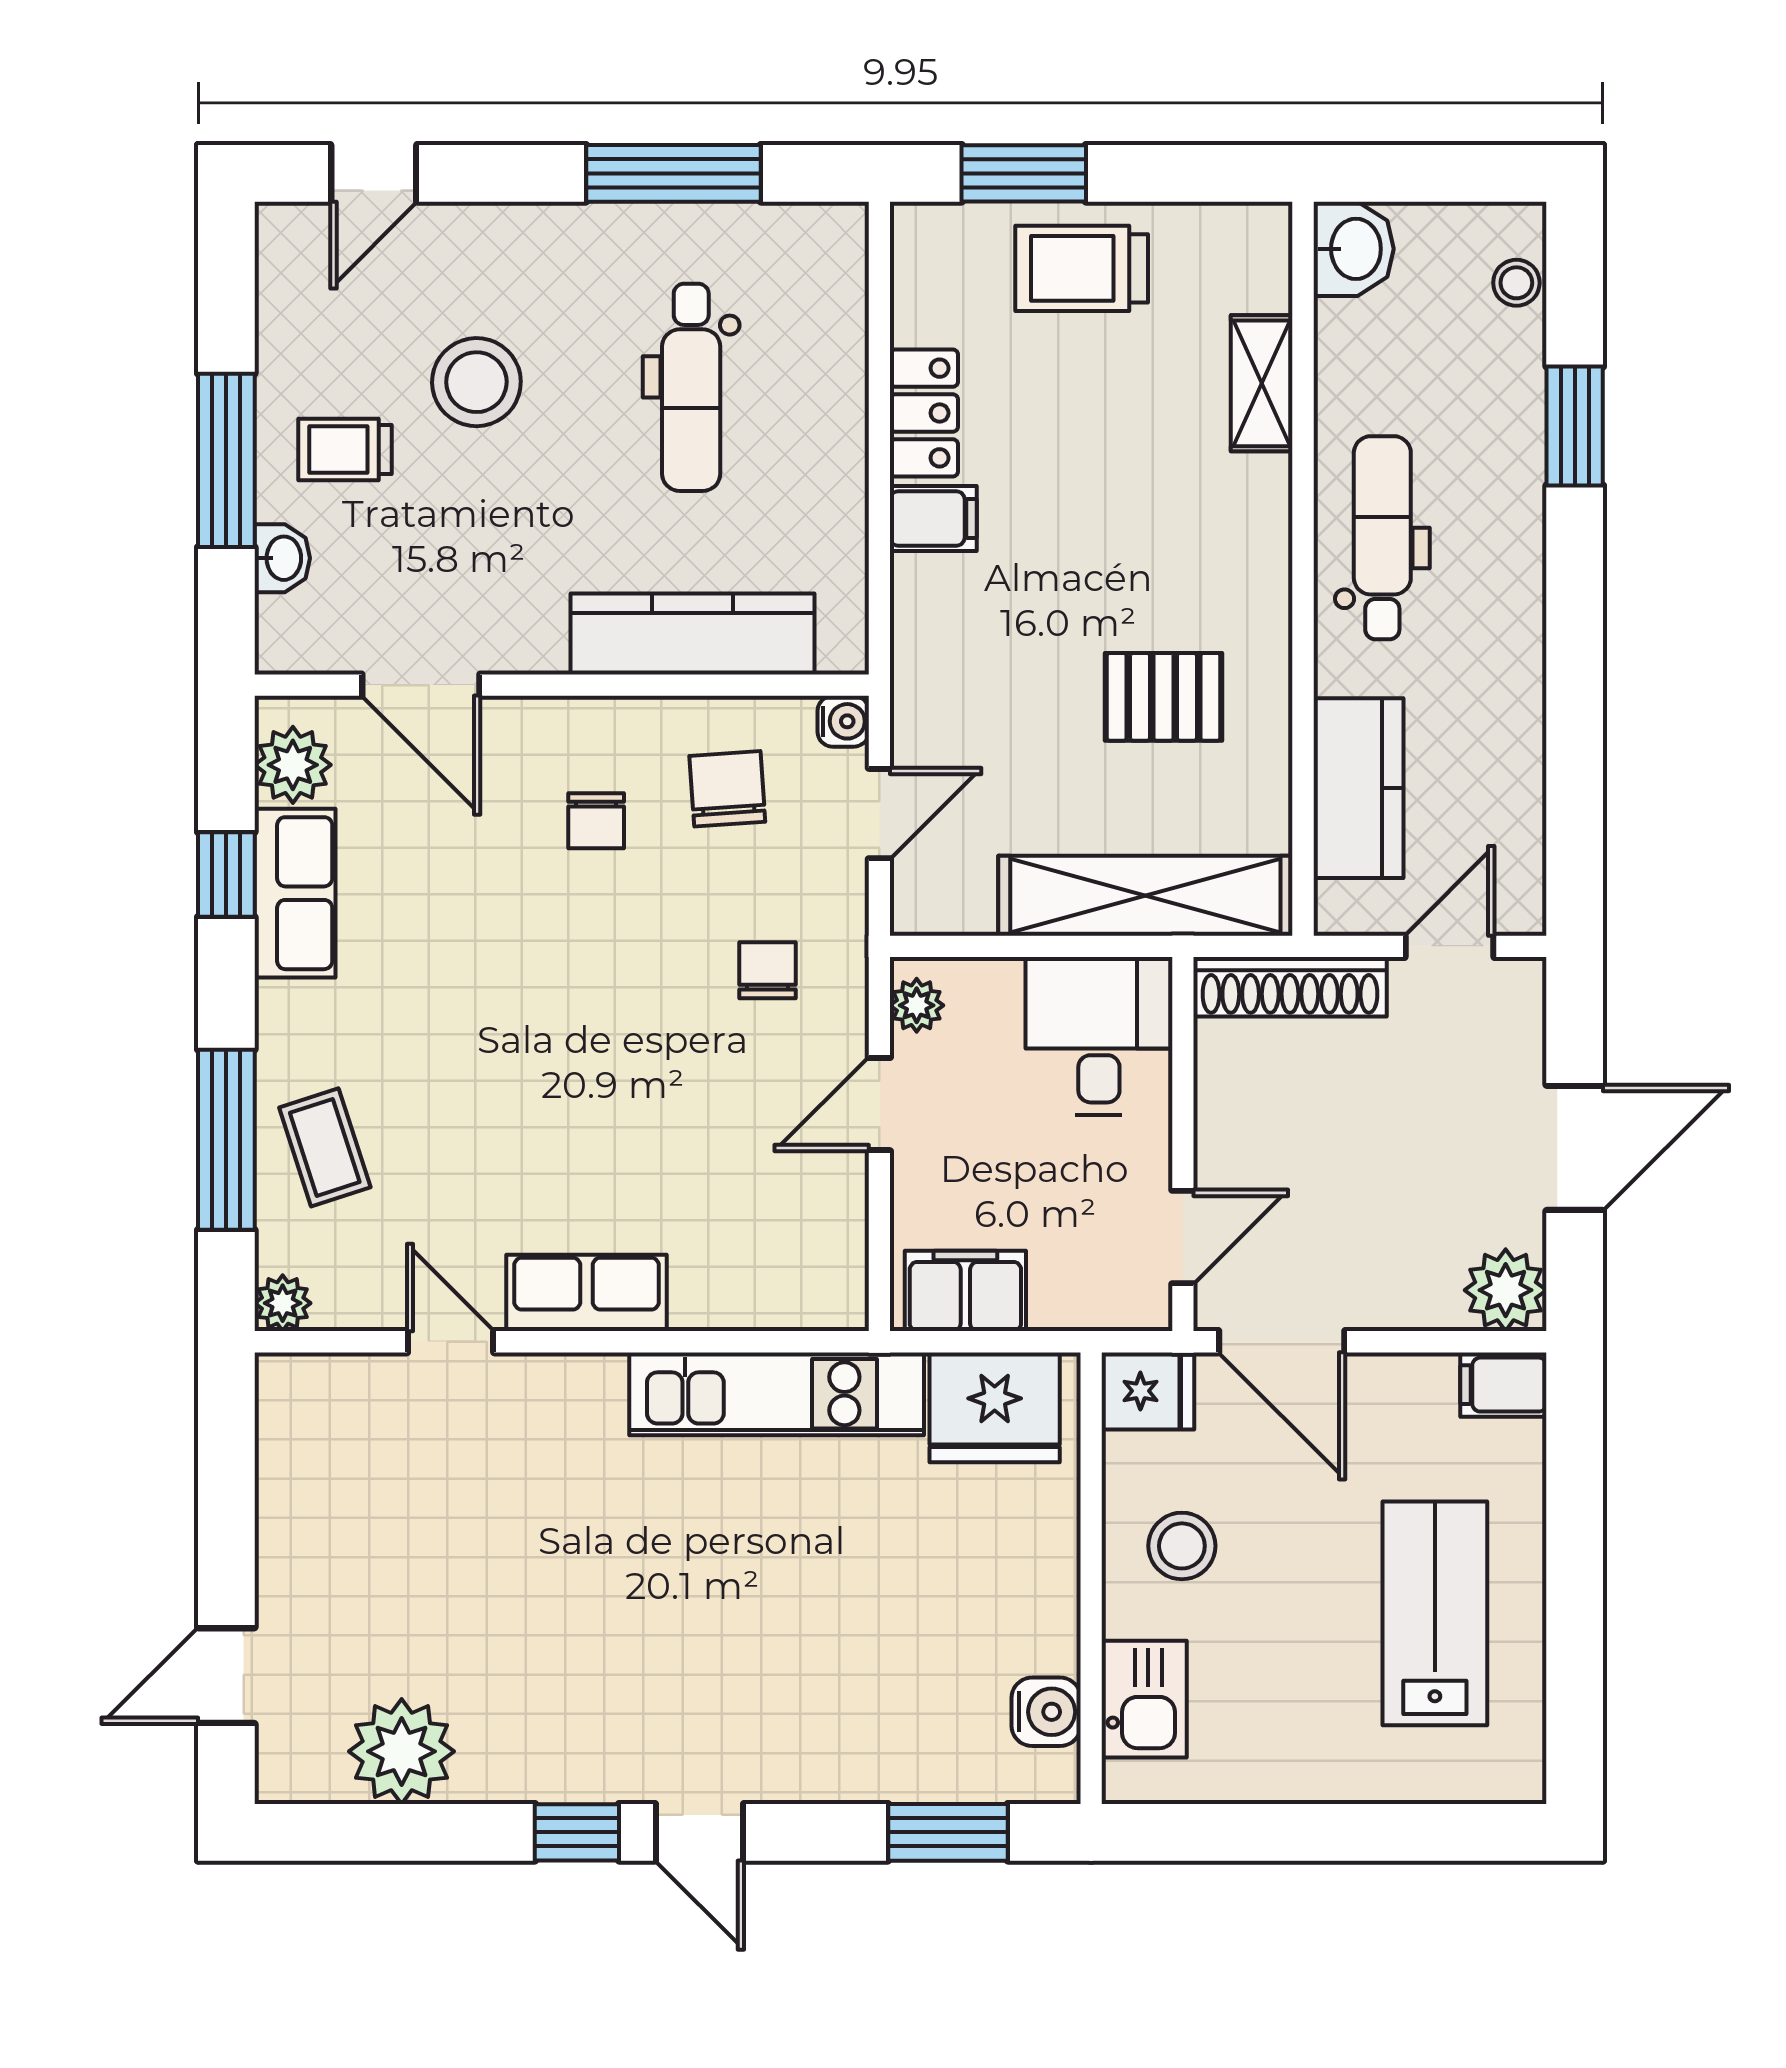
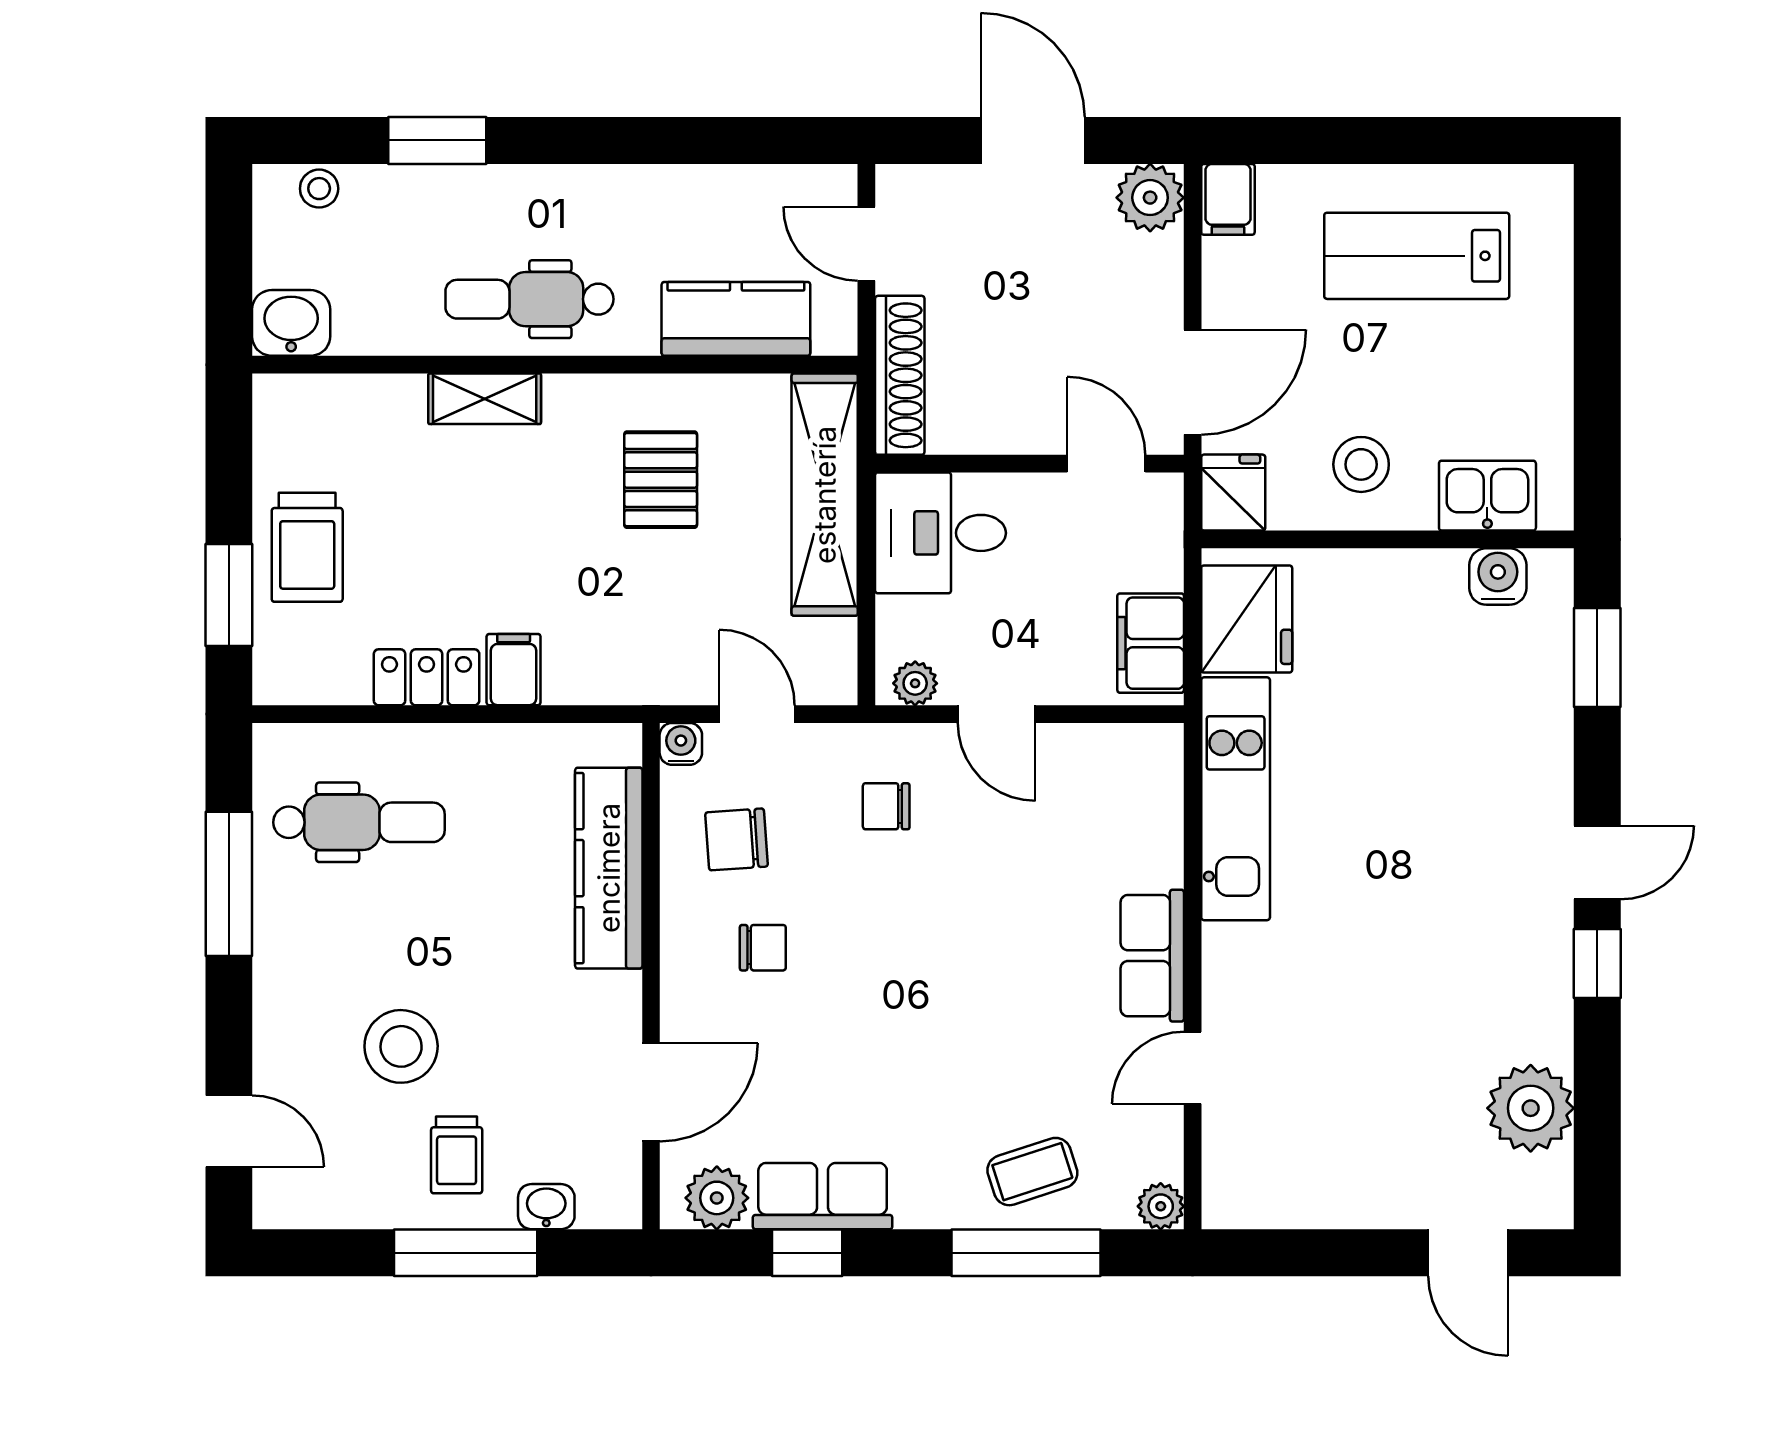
shelving: (1262, 383) -> (485, 399), moved
dental chair: (691, 387) -> (359, 822), moved

